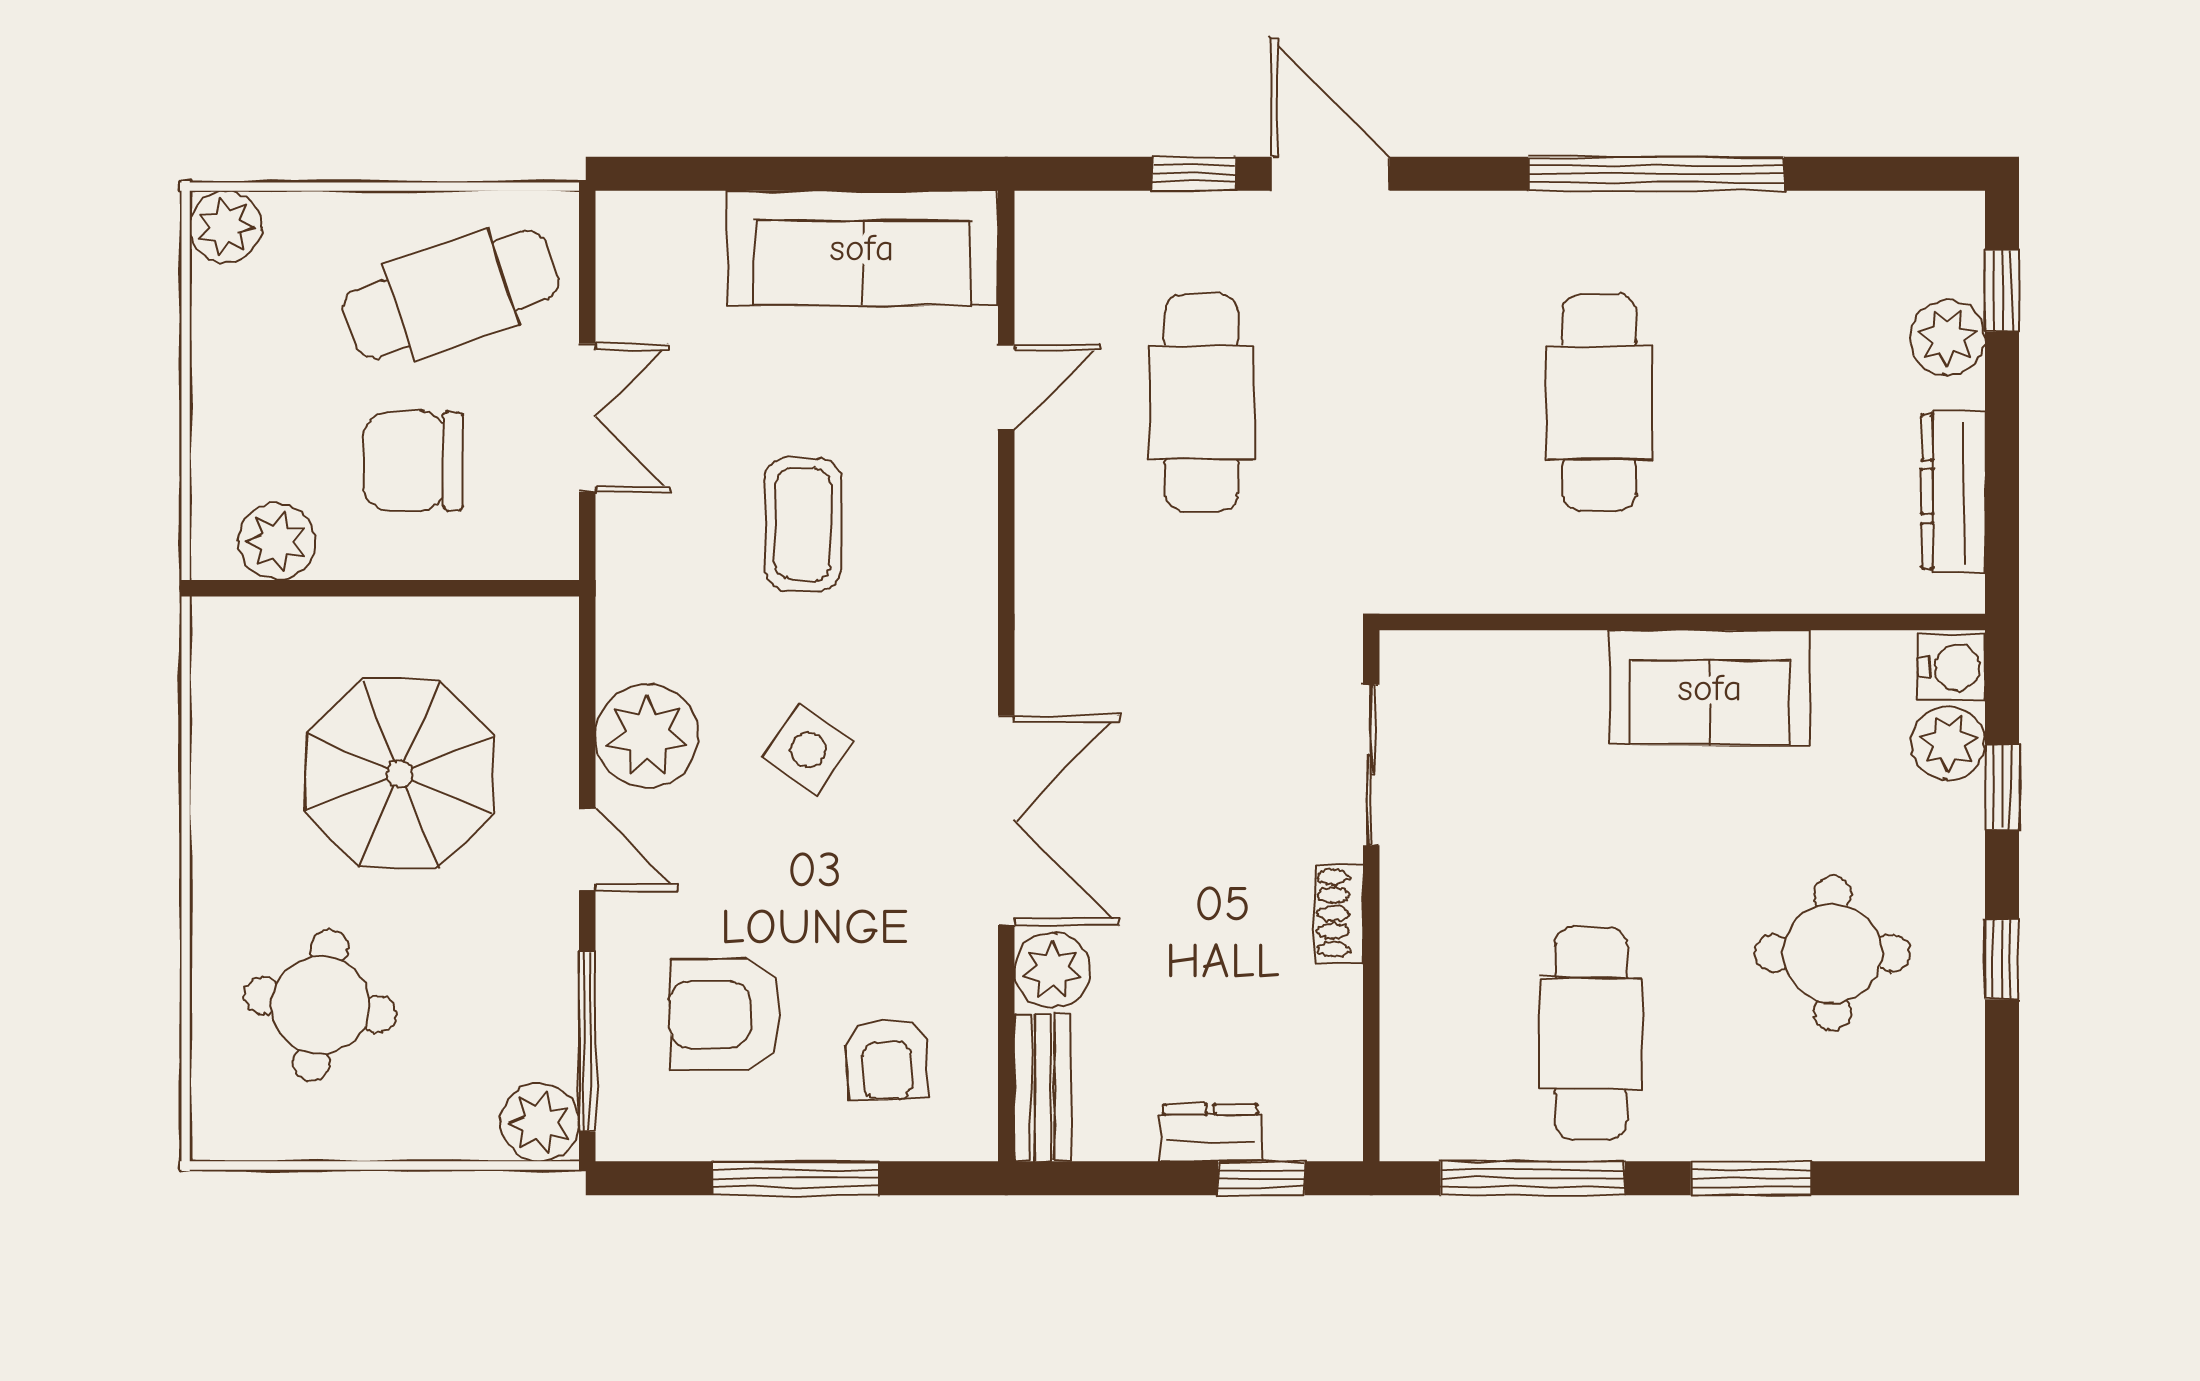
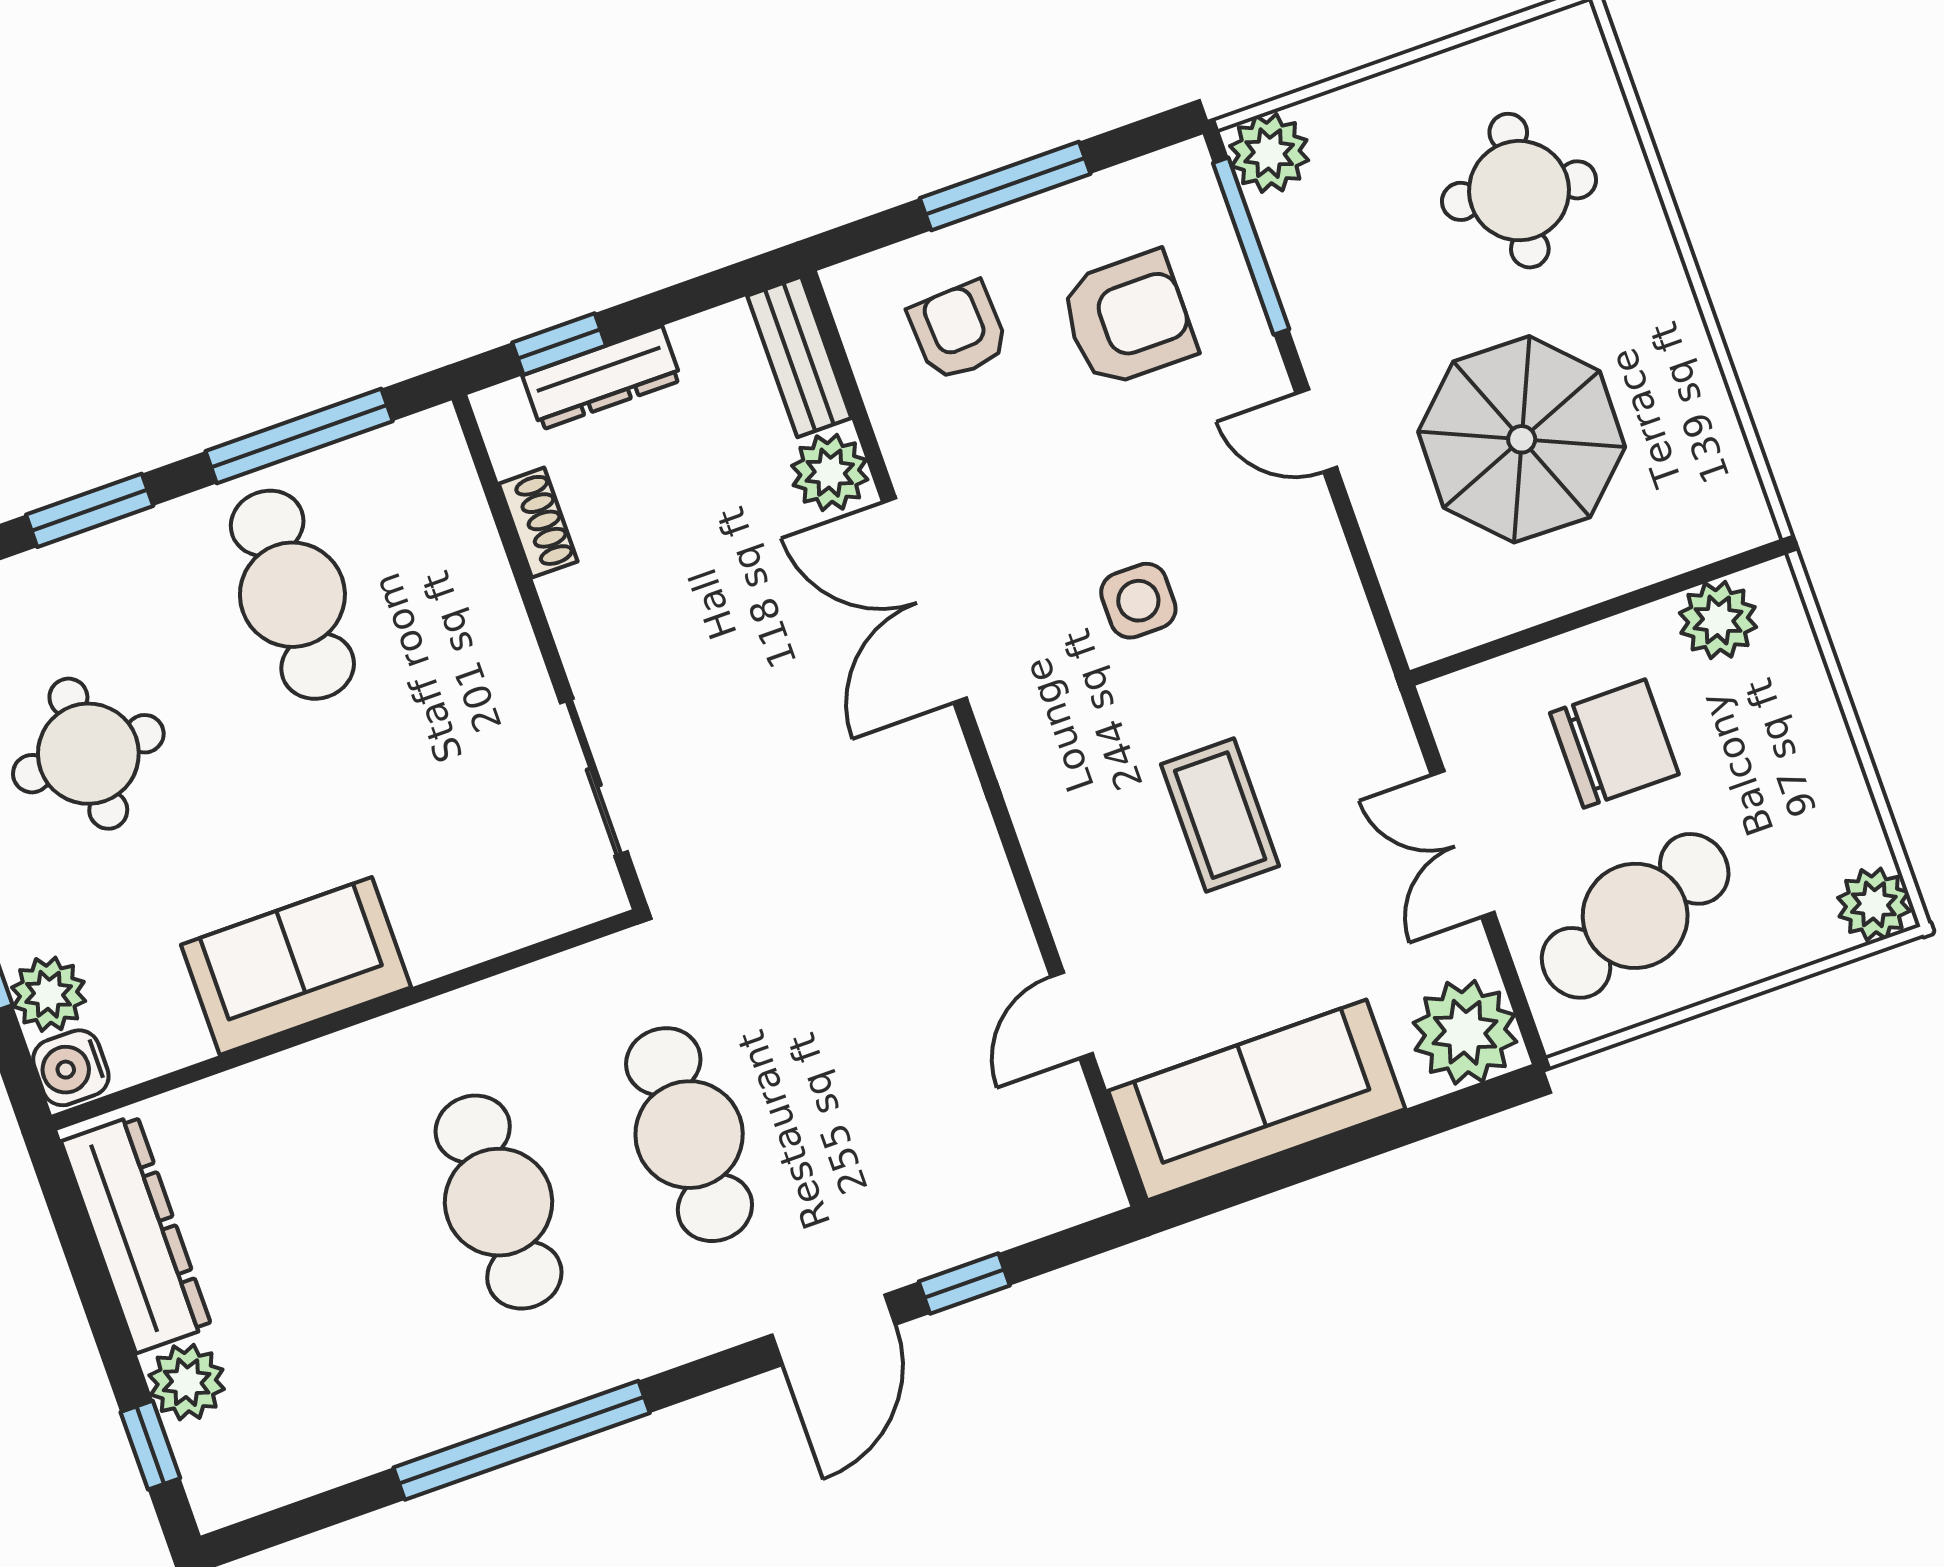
door: (1330, 174) -> (834, 1330), hinge flipped
cafe table: (1201, 402) -> (689, 1135), moved
dresser: (1953, 492) -> (136, 1234), width x1.37, depth x1.24
plant: (647, 736) -> (1465, 1032), moved
side table: (808, 750) -> (1138, 601), turned -35
shoe rack: (1339, 913) -> (538, 523), moved
dresser: (1210, 1133) -> (602, 378), width x1.44

